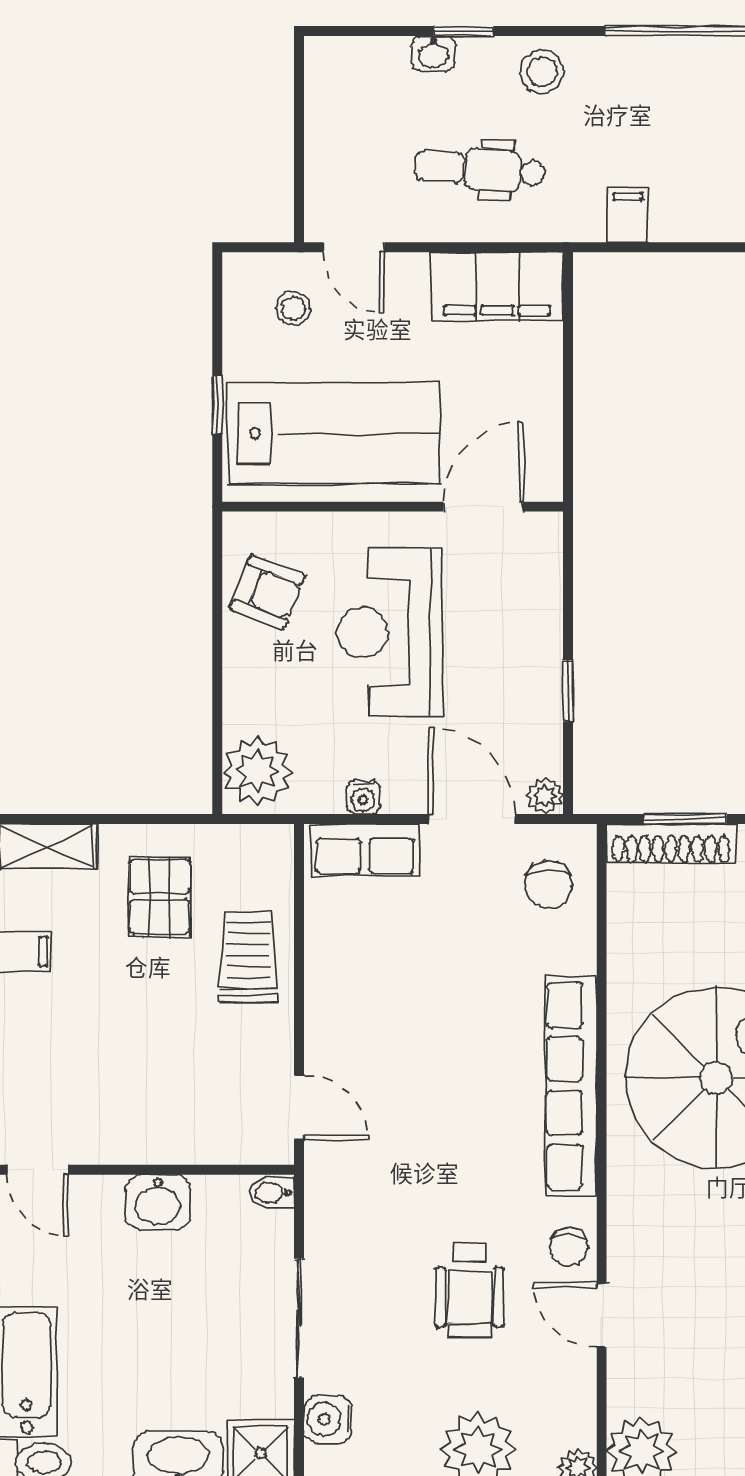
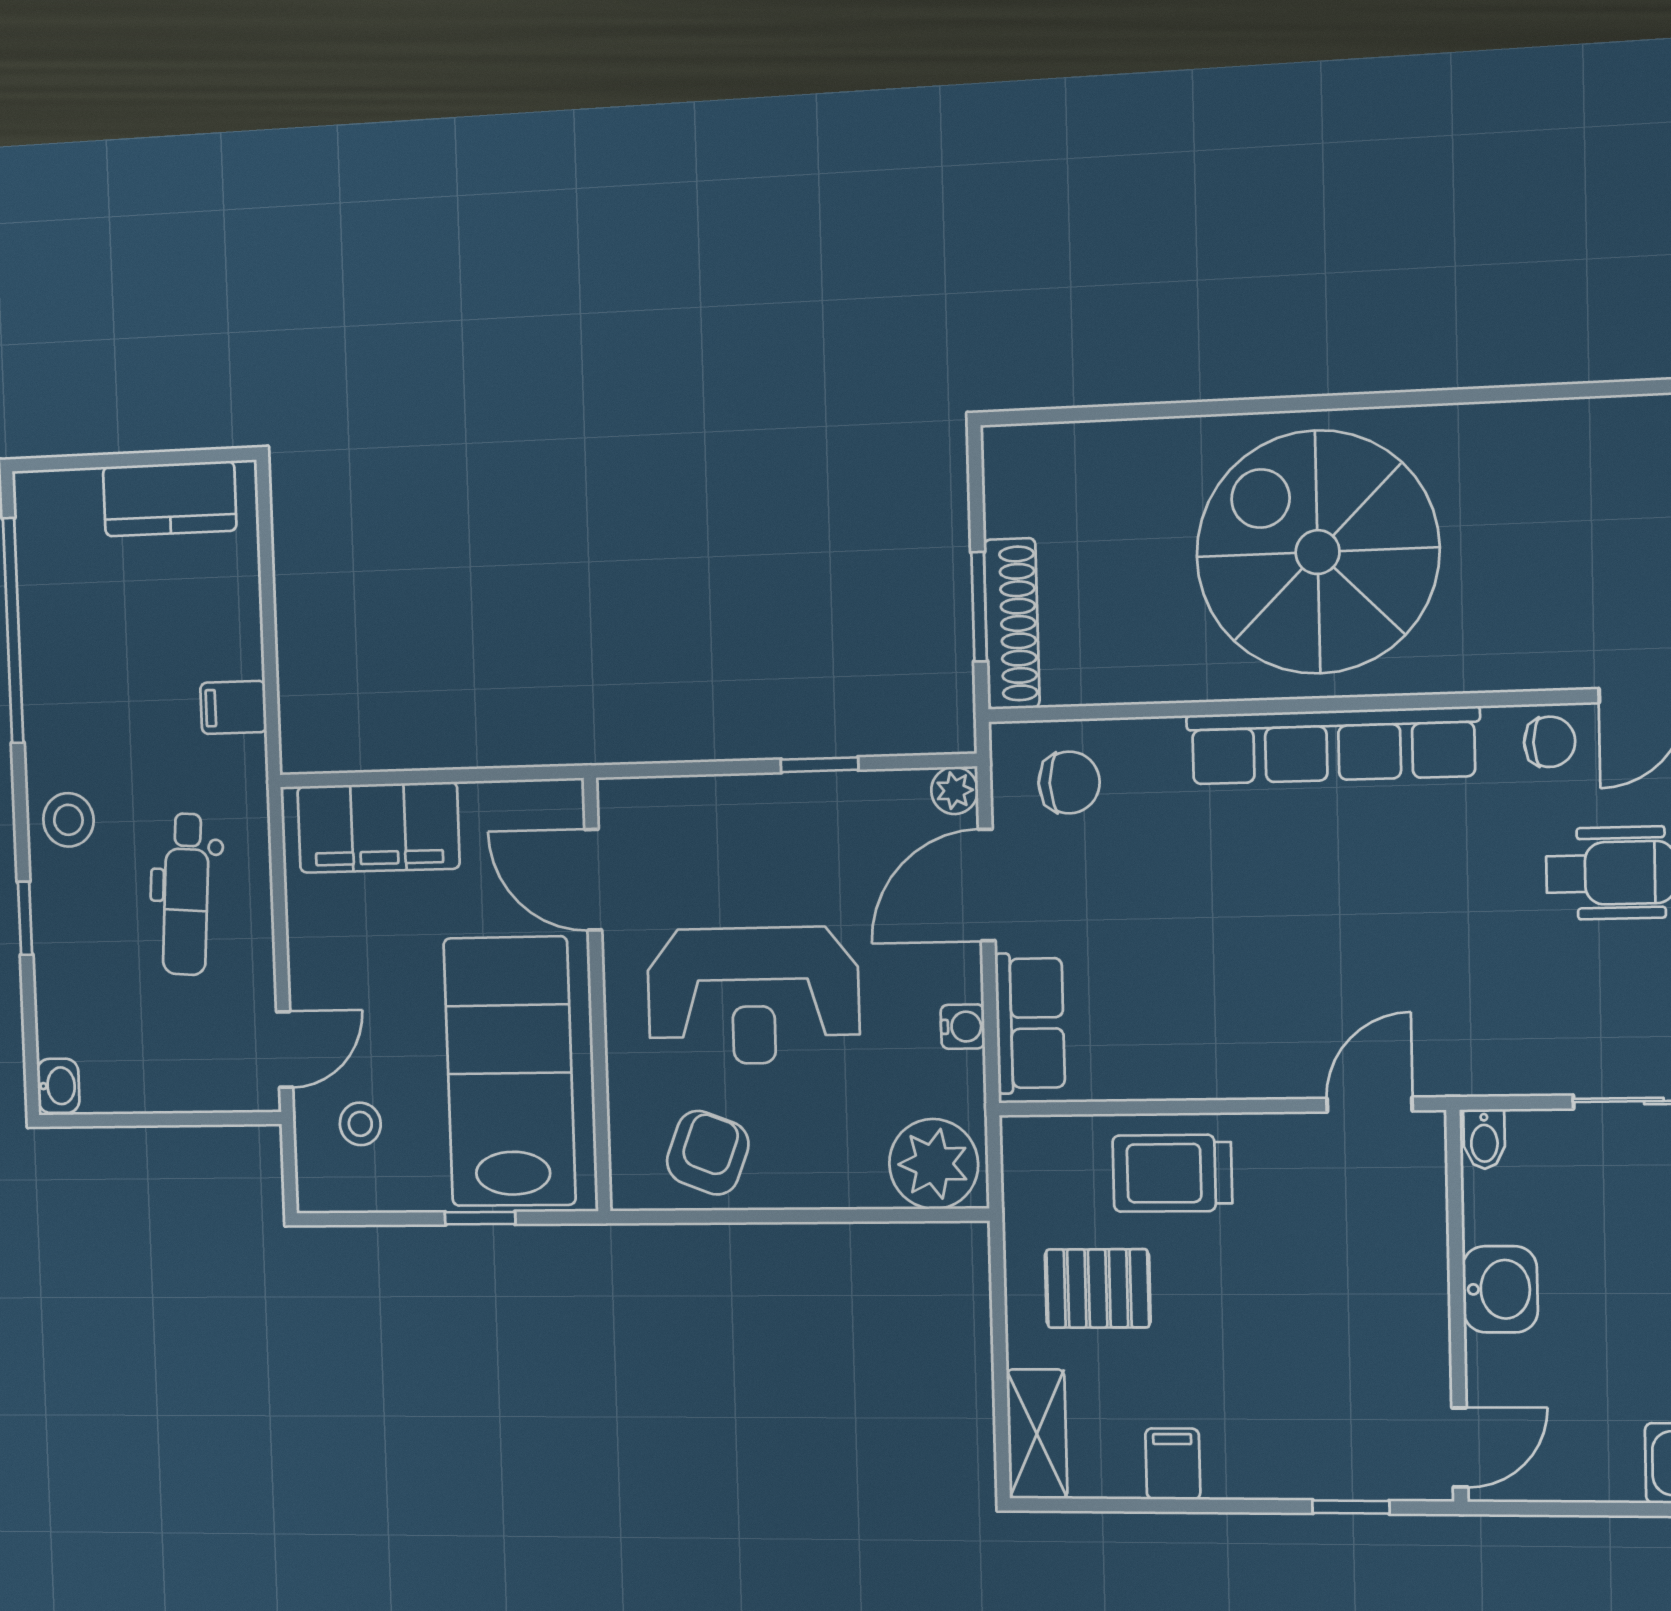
washbasin: (434, 54) -> (58, 1086), moved
filing cabinet: (497, 286) -> (378, 827), moved, turned 90

